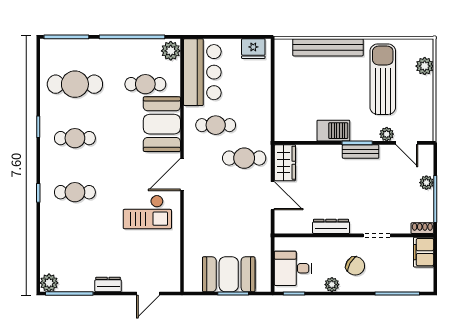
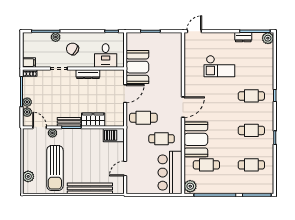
fridge: (253, 49) -> (137, 188), removed
door: (273, 78) -> (125, 169), added
cafe table: (75, 84) -> (251, 165), width x0.73, depth x0.74
barbecue: (333, 131) -> (114, 135), moved
wardrobe: (285, 163) -> (93, 120), moved, turned 90
plant: (426, 167) -> (27, 112), added
door: (273, 196) -> (125, 94), swing flipped
checkout: (147, 212) -> (219, 66), moved, turned 180
filing cabinet: (424, 252) -> (29, 63), width x0.50
desk: (293, 268) -> (106, 55), moved, turned 90
booth: (229, 274) -> (137, 67), moved, turned 90
dresser: (108, 284) -> (243, 37), moved
plant: (332, 285) -> (56, 37), moved
door: (148, 294) -> (194, 31), moved

